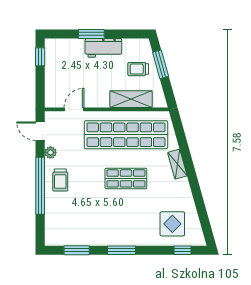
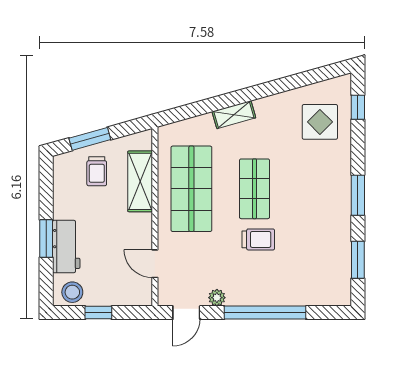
workbench: (103, 48) -> (66, 246), moved
stool: (54, 52) -> (72, 292), added
window: (40, 57) -> (98, 313), moved
shop shelf: (126, 135) -> (191, 189), width x0.71
trolley: (60, 180) -> (258, 239), moved

